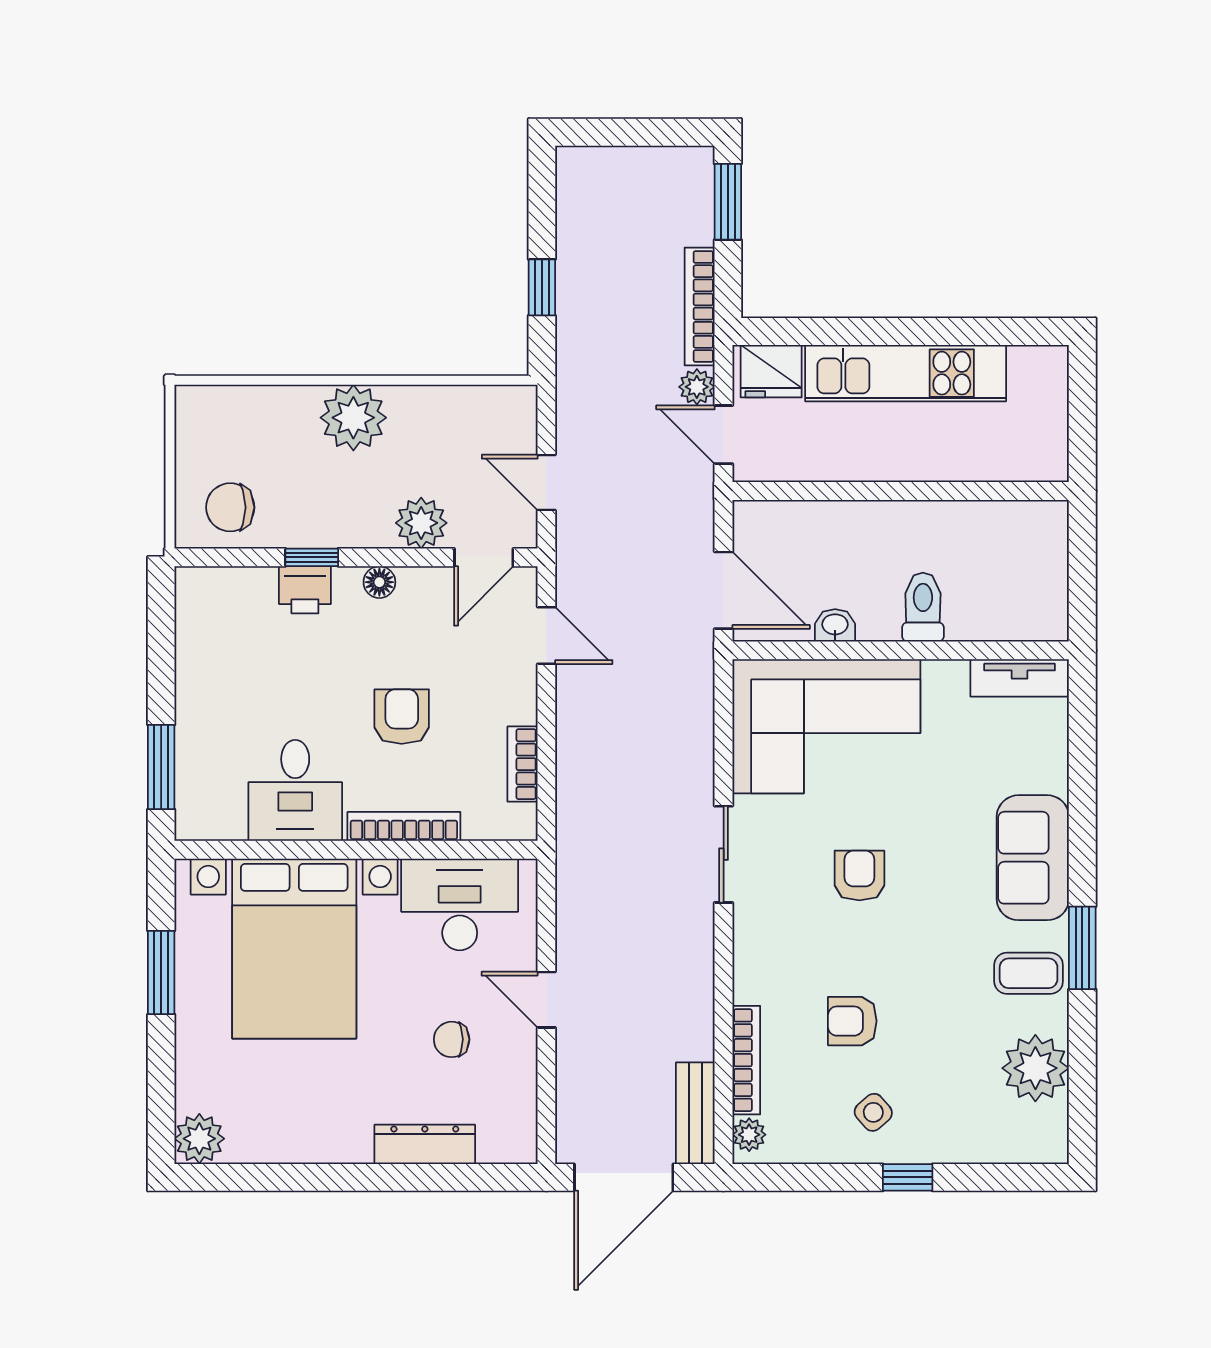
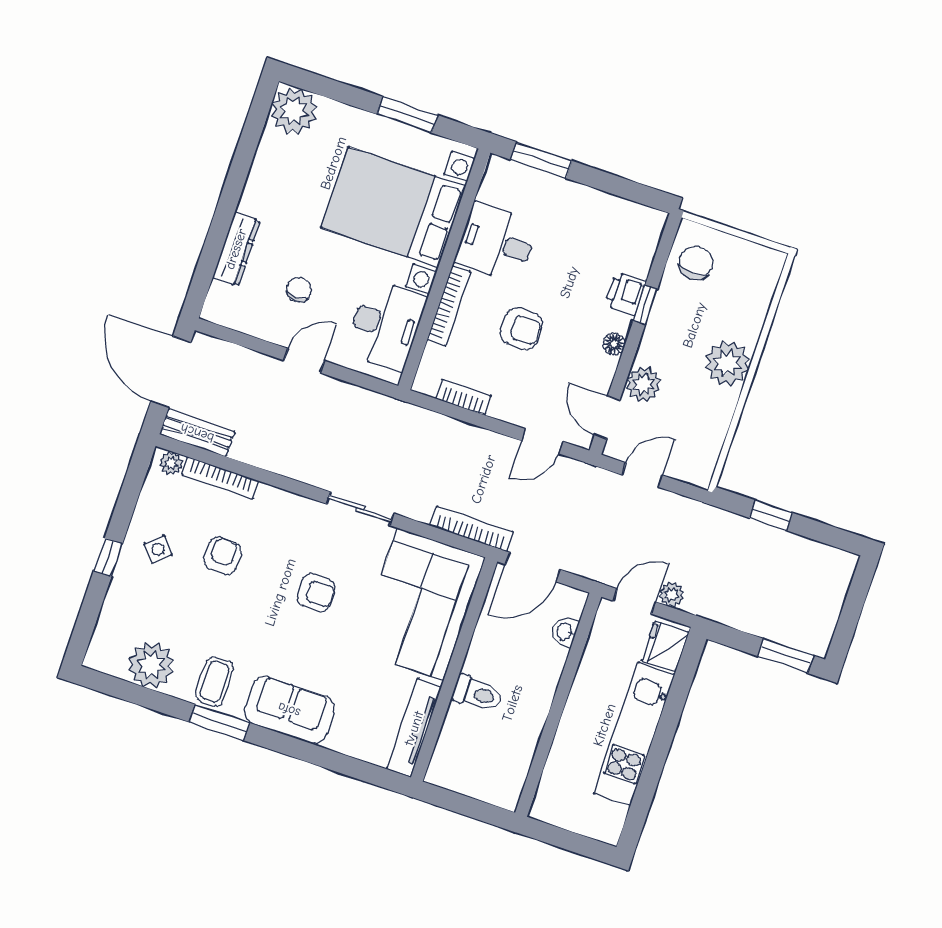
bookcase: (700, 307) -> (472, 529), moved
washbasin: (835, 625) -> (565, 632), moved, turned 180
tv unit: (1020, 678) -> (414, 728), width x1.41
plant: (199, 1139) -> (294, 111), width x1.36, depth x1.36

